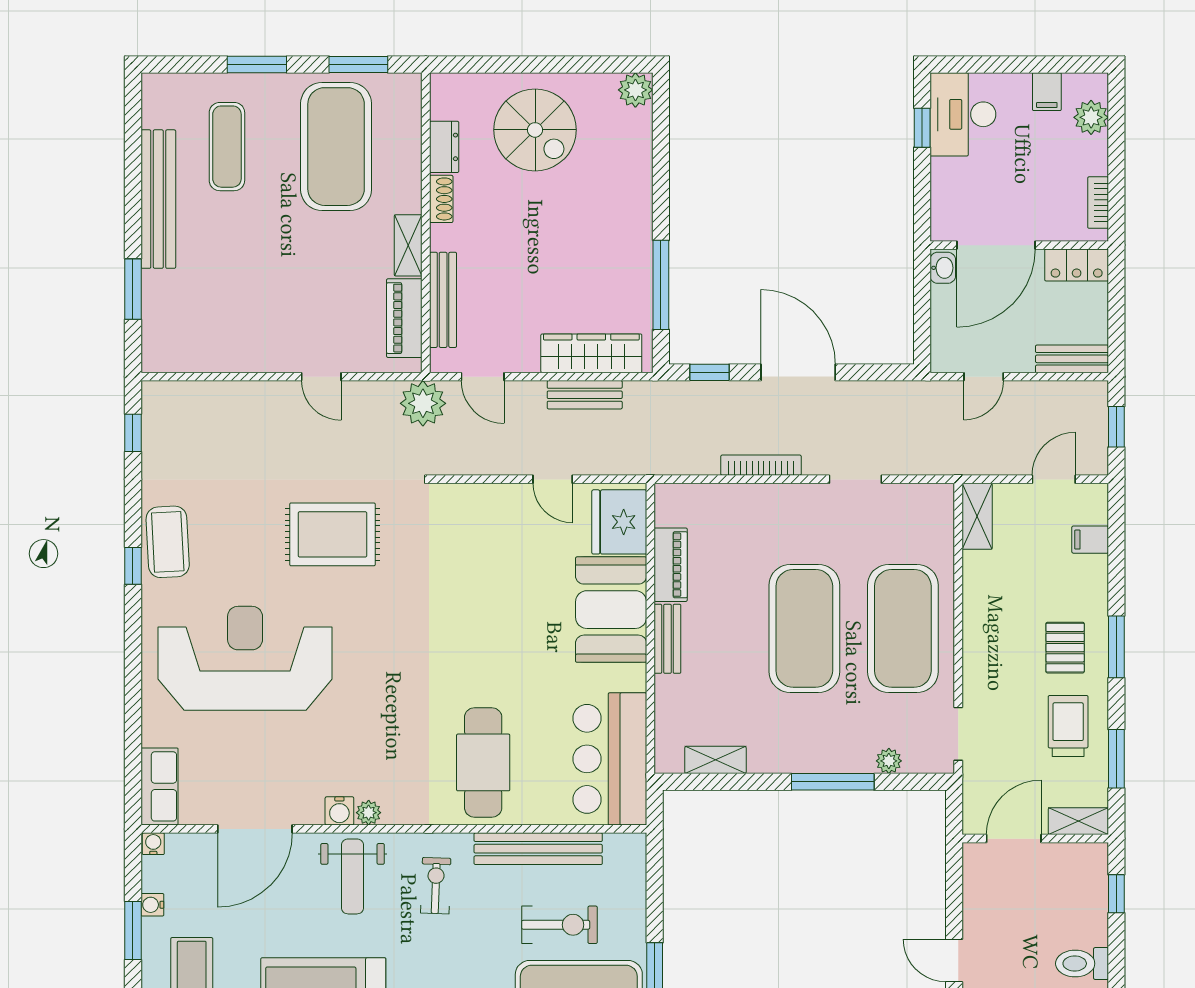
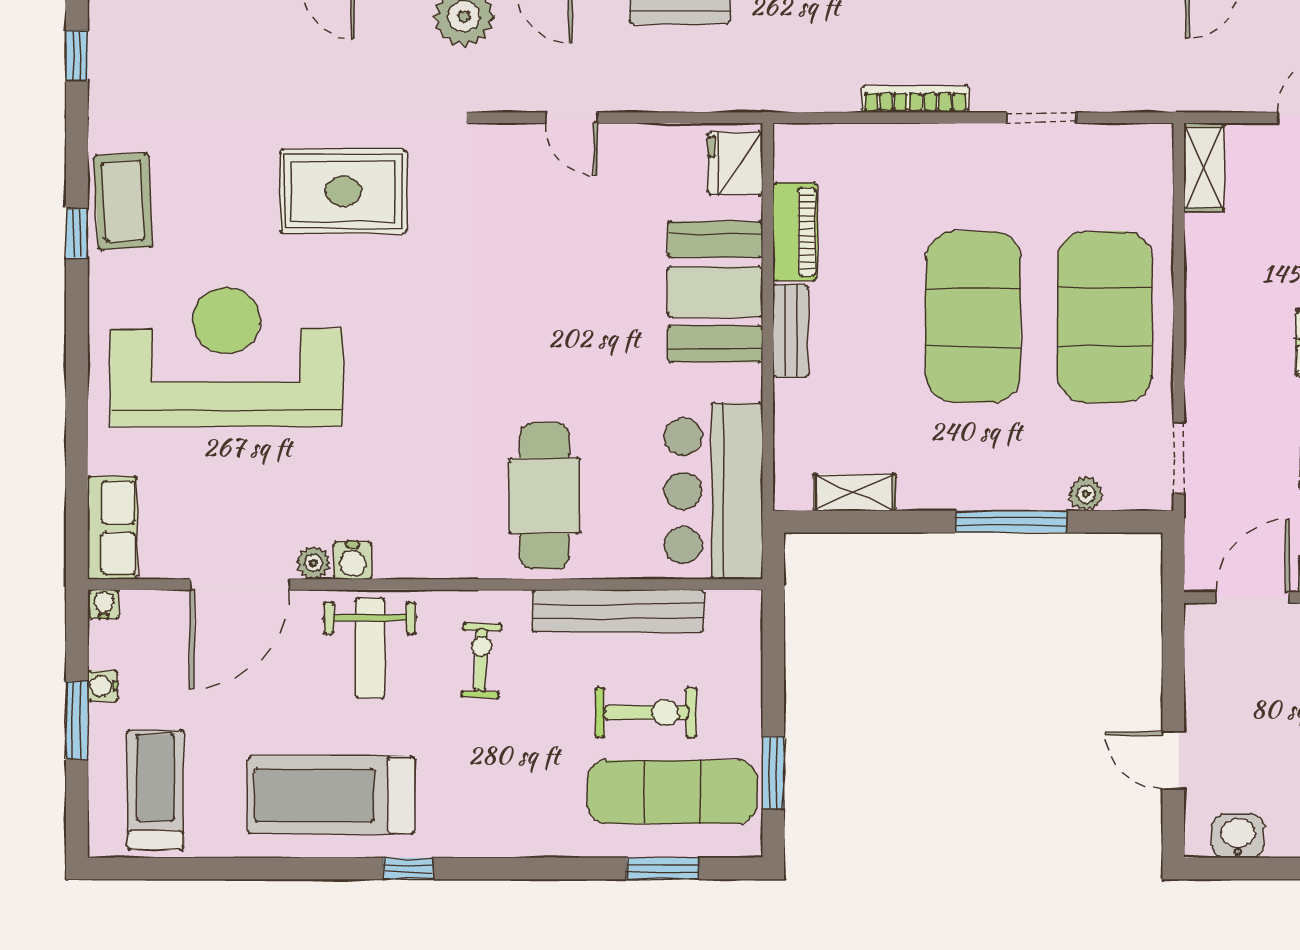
door: (553, 479) -> (572, 118), moved
fridge: (619, 522) -> (735, 163), width x0.73, depth x0.75
plant: (369, 813) -> (314, 563), moved

